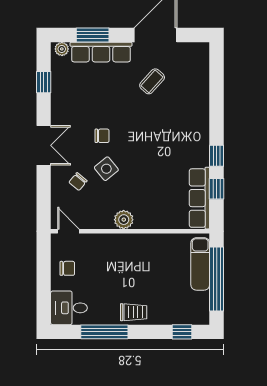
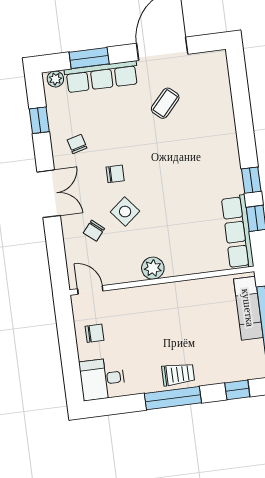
chair: (73, 106) -> (77, 144), added
window: (104, 332) -> (173, 398), moved

